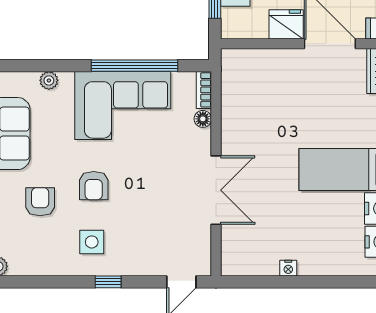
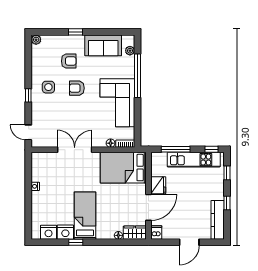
window: (135, 66) -> (138, 76), moved
plant: (49, 80) -> (130, 51), moved
bed: (251, 94) -> (123, 168), added
double door: (216, 190) -> (75, 150), swing flipped

